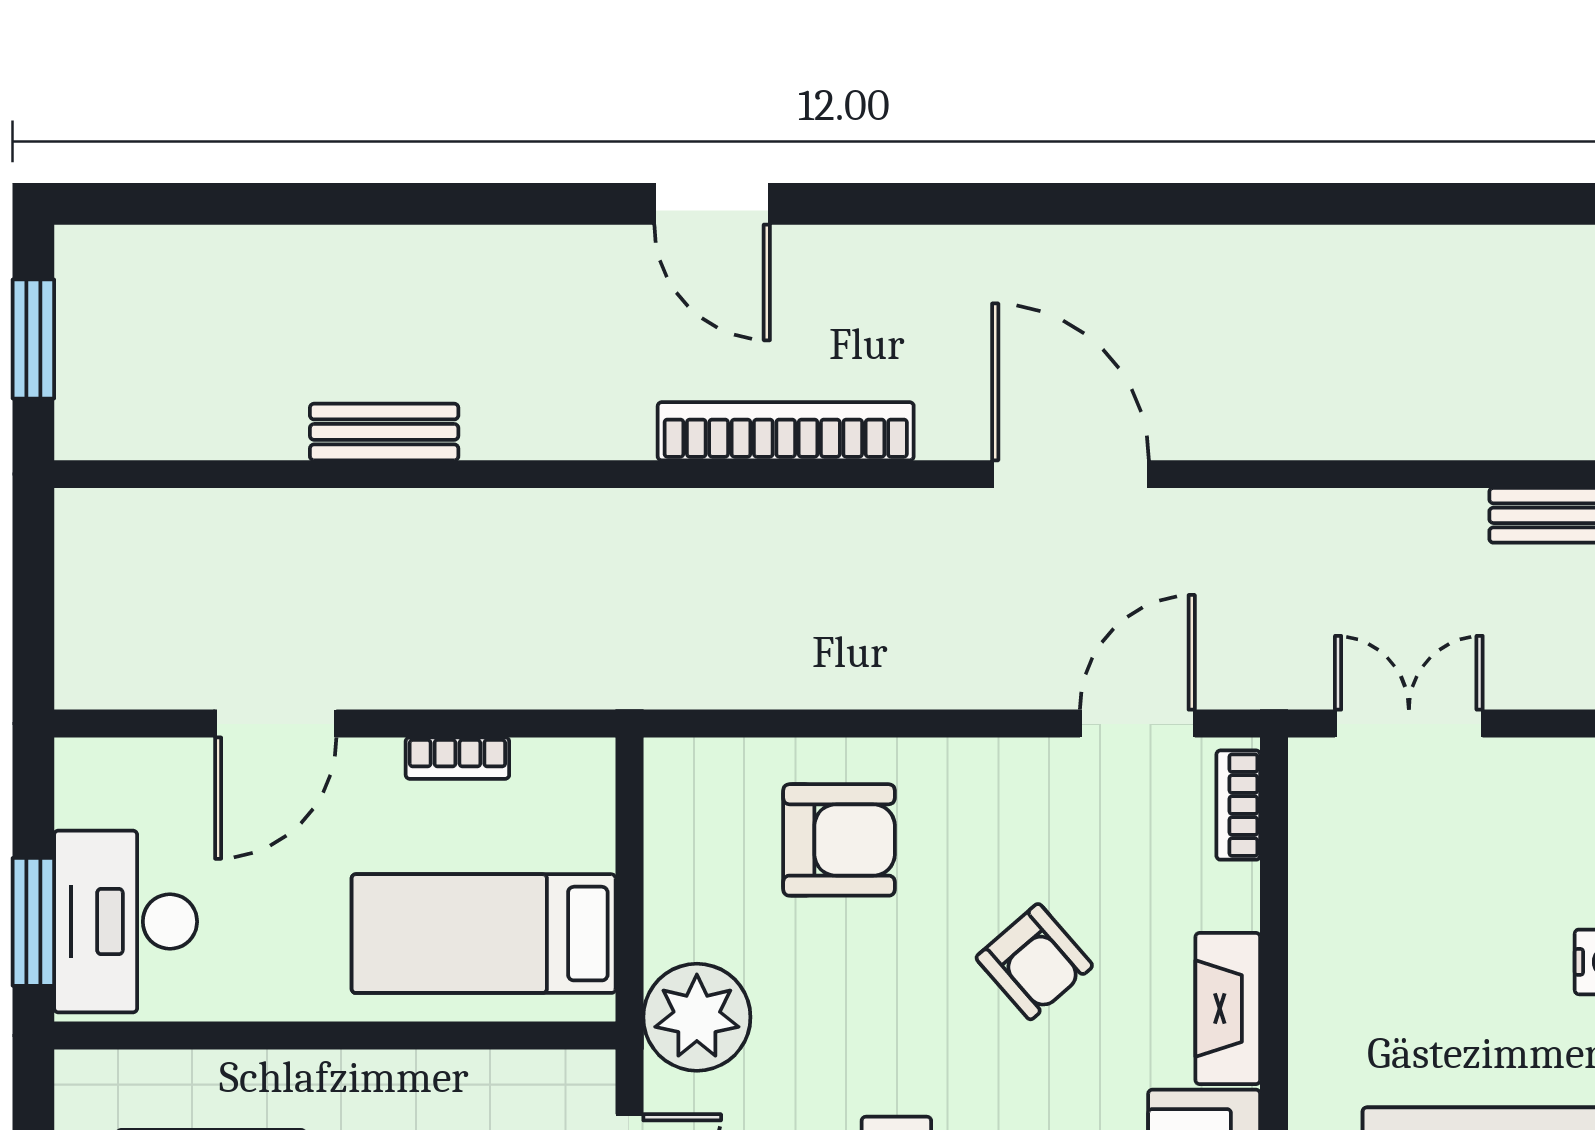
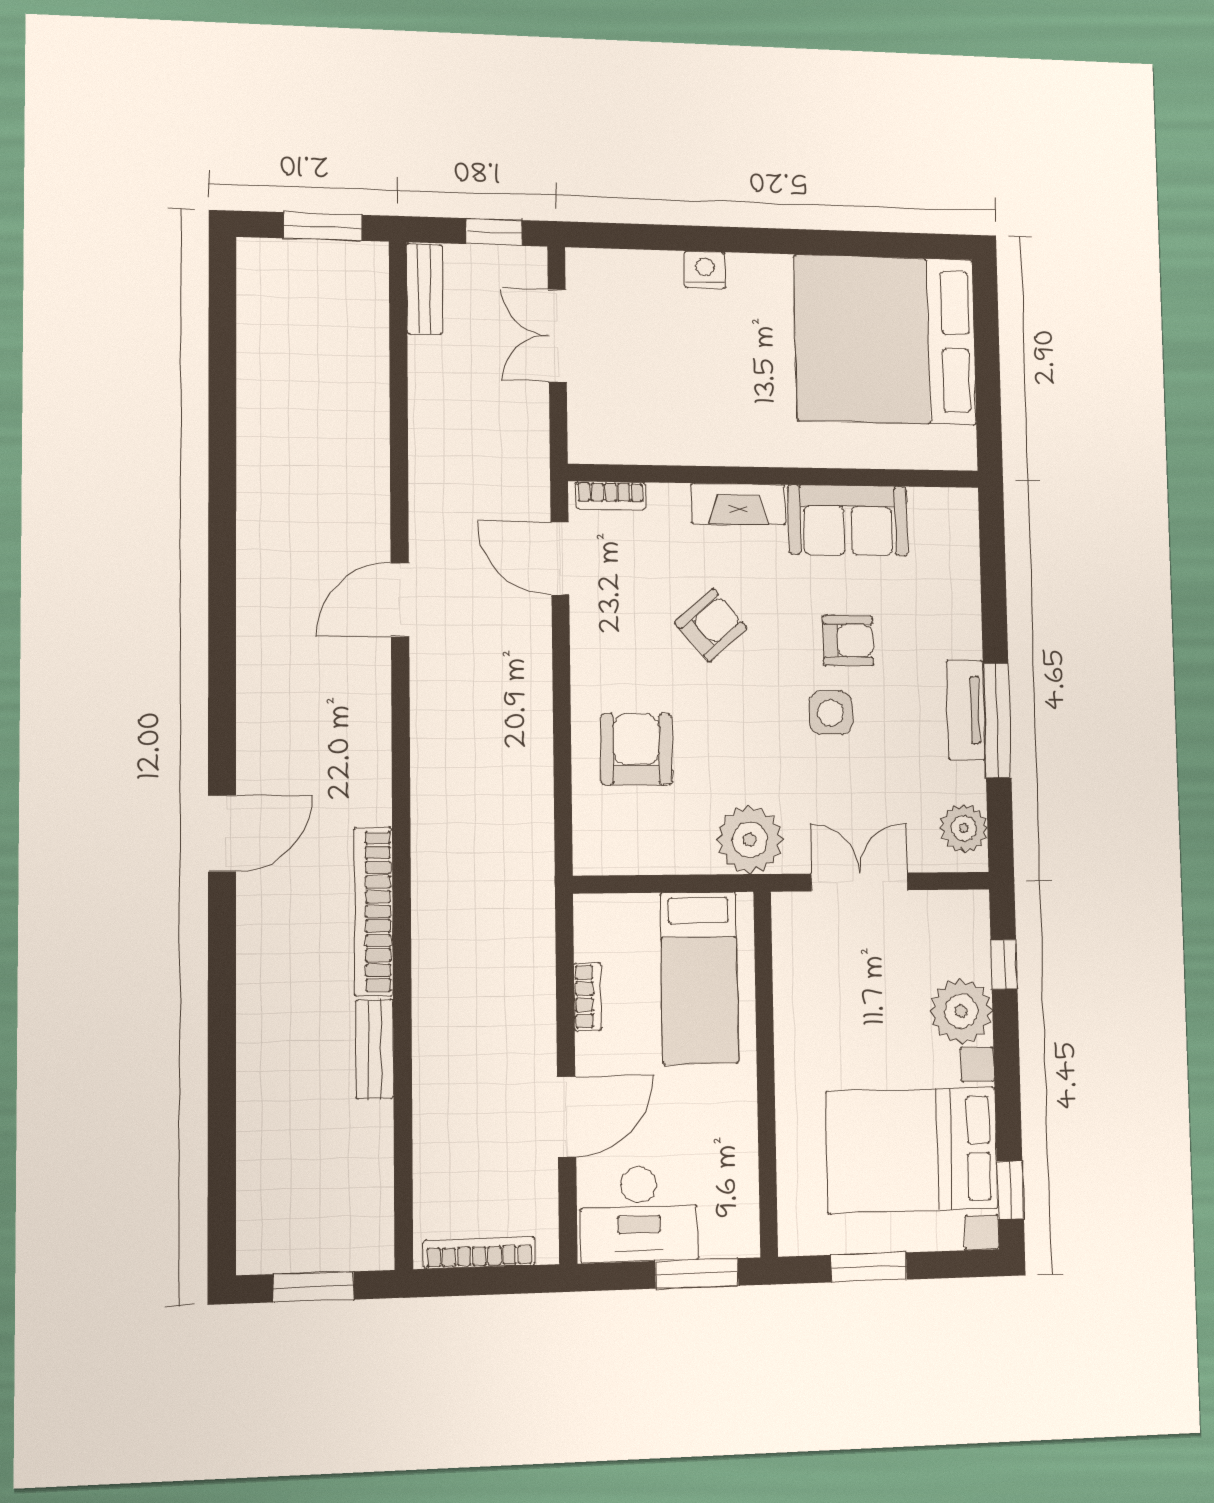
bookcase: (786, 431) -> (373, 911), moved
door: (1070, 474) -> (400, 600), width x0.73
bookcase: (76, 588) -> (479, 1253), added
door: (276, 724) -> (567, 1117), hinge flipped
double door: (1409, 724) -> (557, 336), moved
desk: (126, 922) -> (639, 1214), moved

